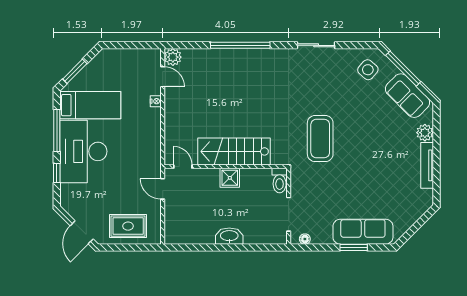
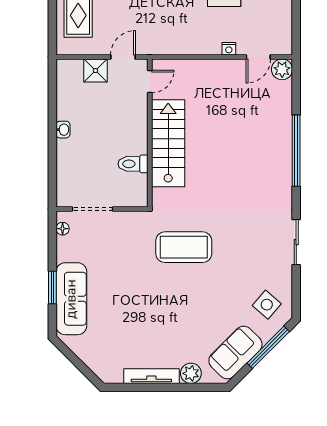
shower: (230, 178) -> (95, 71), moved
toilet: (280, 181) -> (133, 164), moved
washbasin: (229, 236) -> (63, 130), width x0.52, depth x0.69

